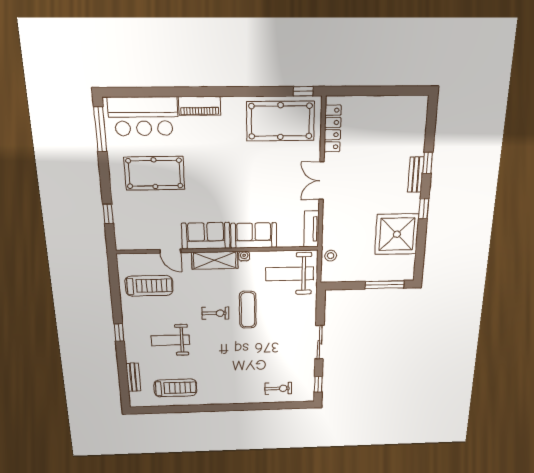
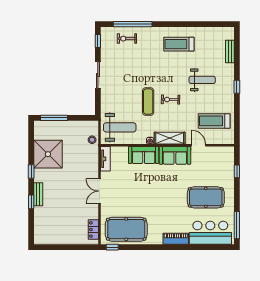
locker: (333, 129) -> (93, 229), width x0.66
double door: (322, 181) -> (100, 191), swing flipped
treadmill: (175, 388) -> (179, 44), moved
window: (271, 406) -> (133, 24), added

